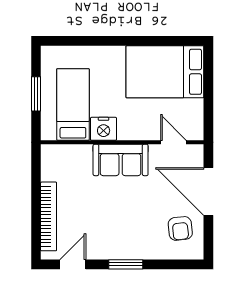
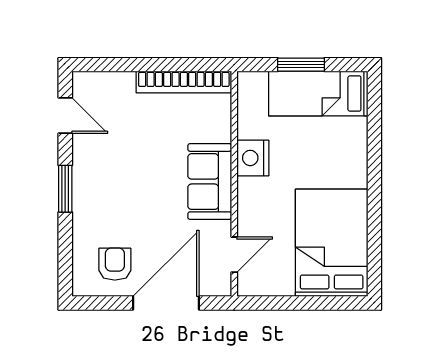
bed: (73, 104) -> (318, 93), moved, turned 180
bookcase: (49, 216) -> (184, 82), moved
armchair: (180, 228) -> (115, 264), turned 96

